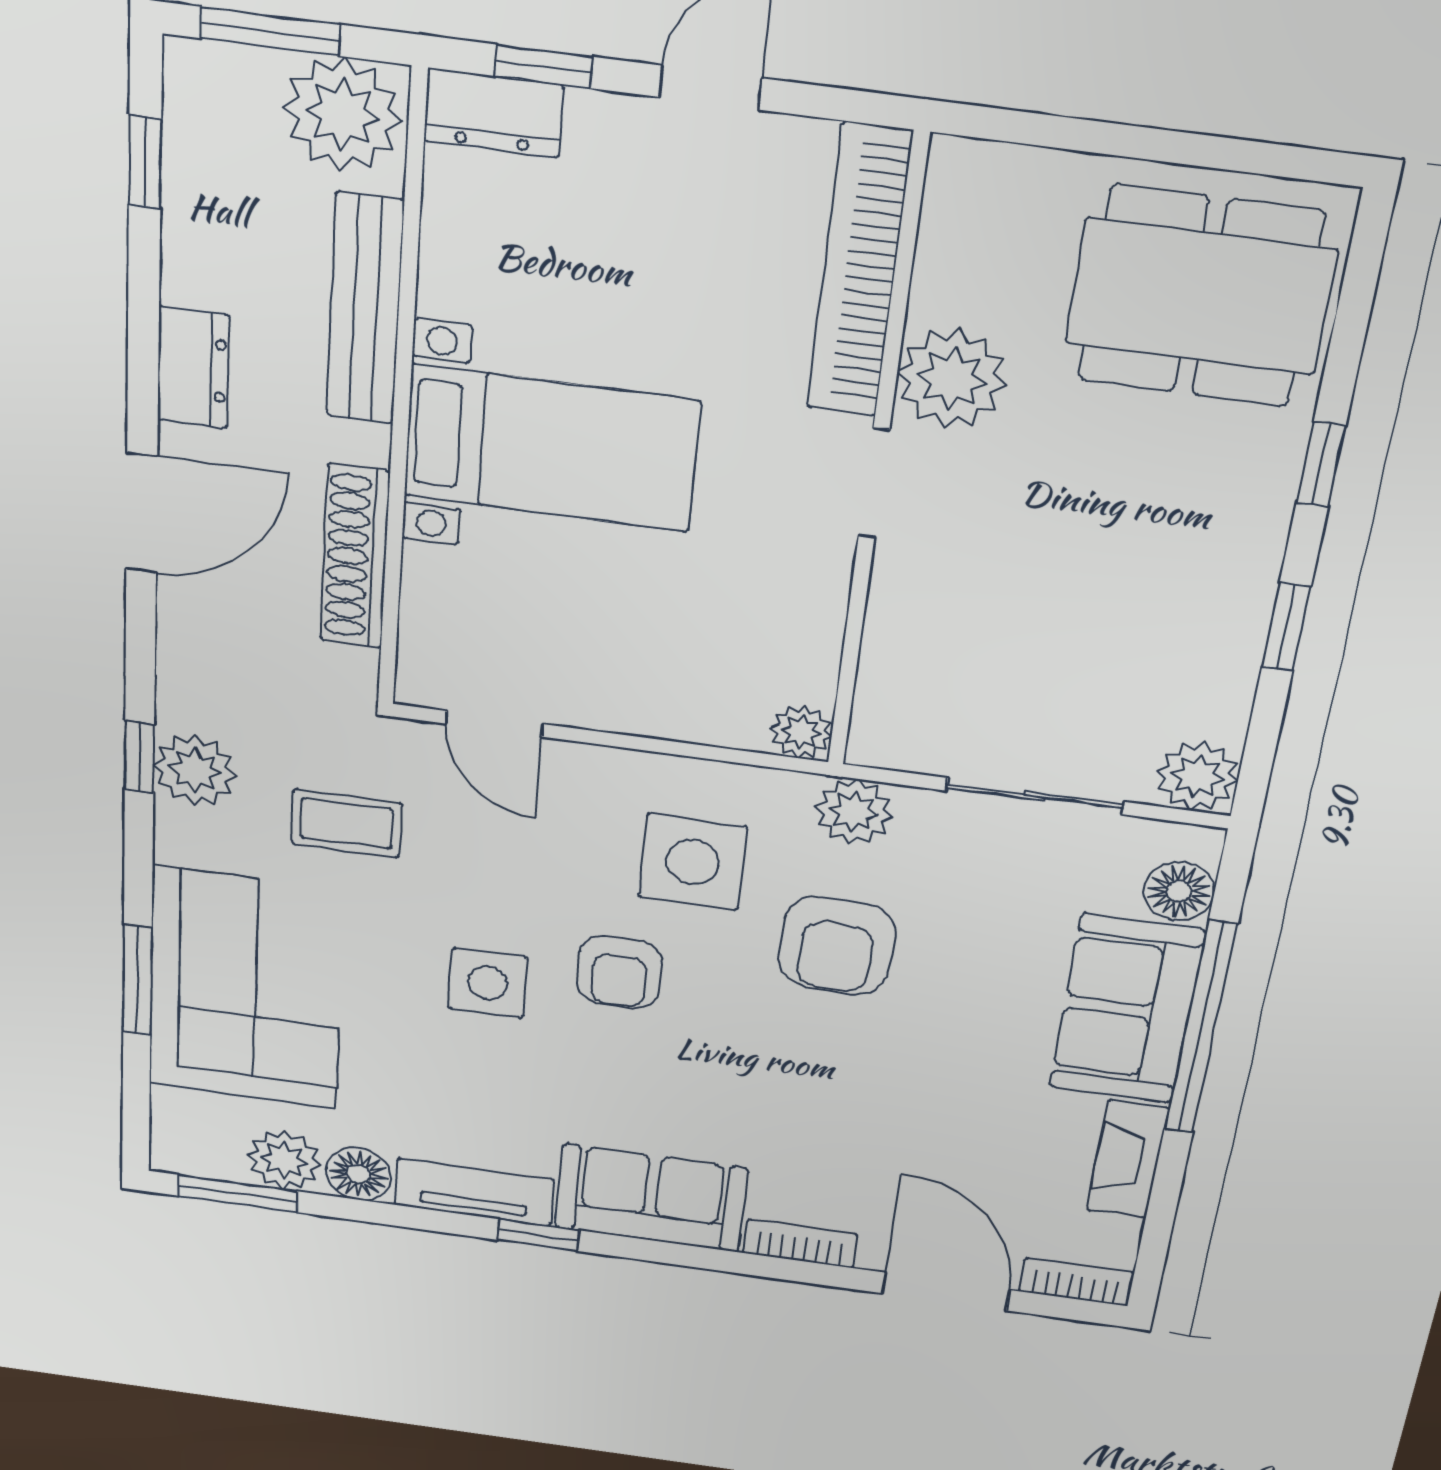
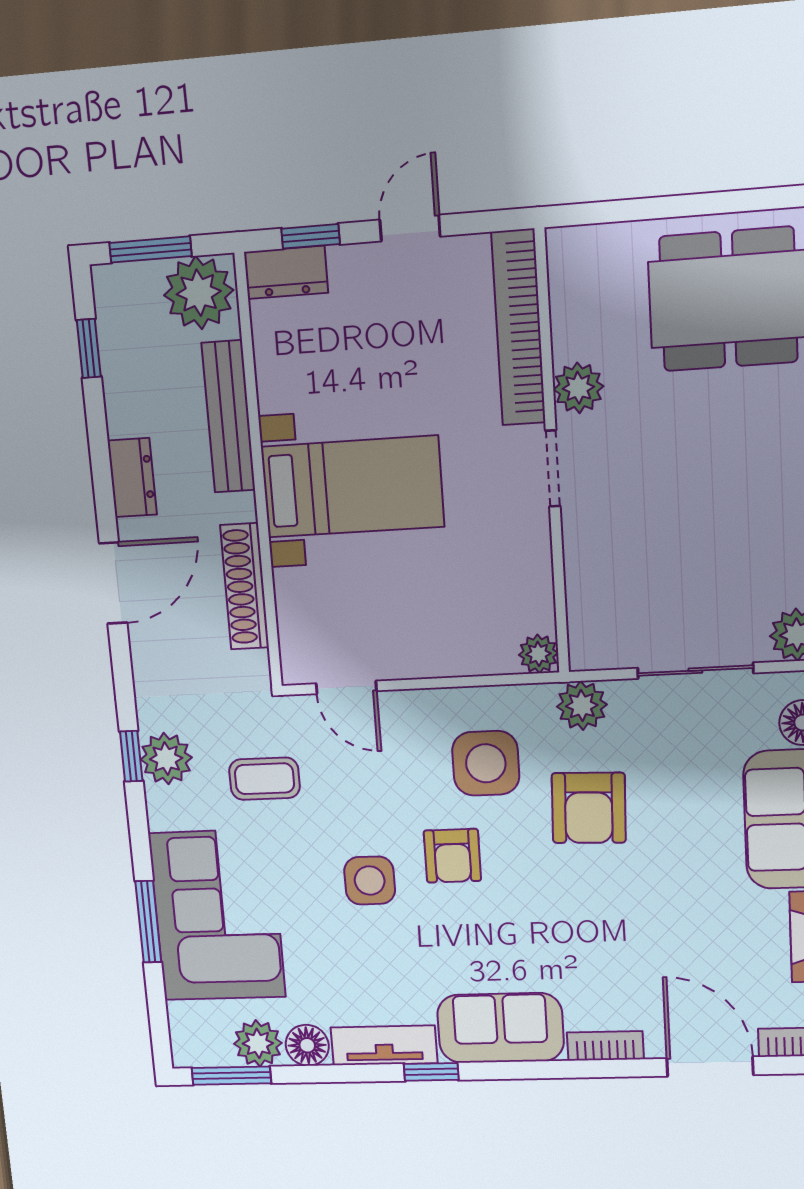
plant: (952, 379) -> (578, 388), width x0.73, depth x0.73

